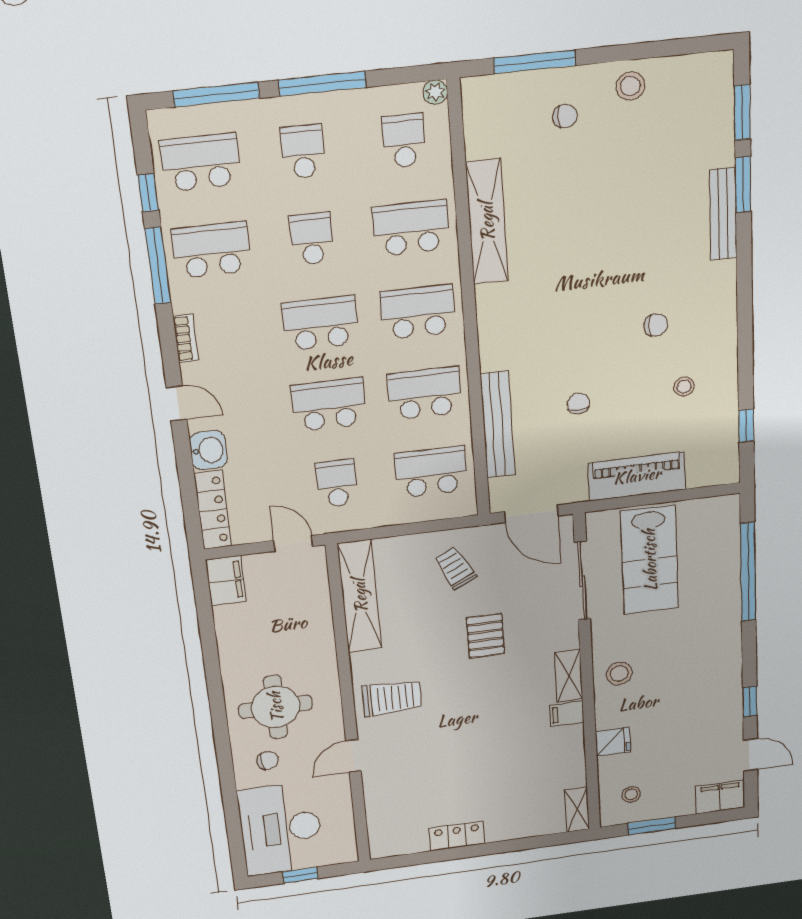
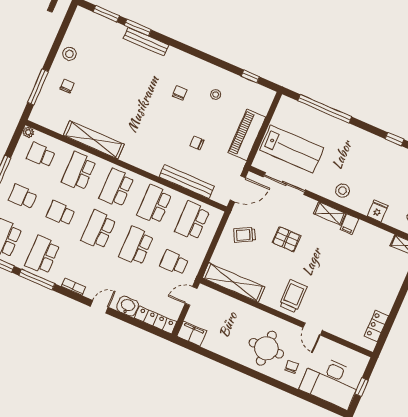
locker: (457, 836) -> (376, 326), moved

